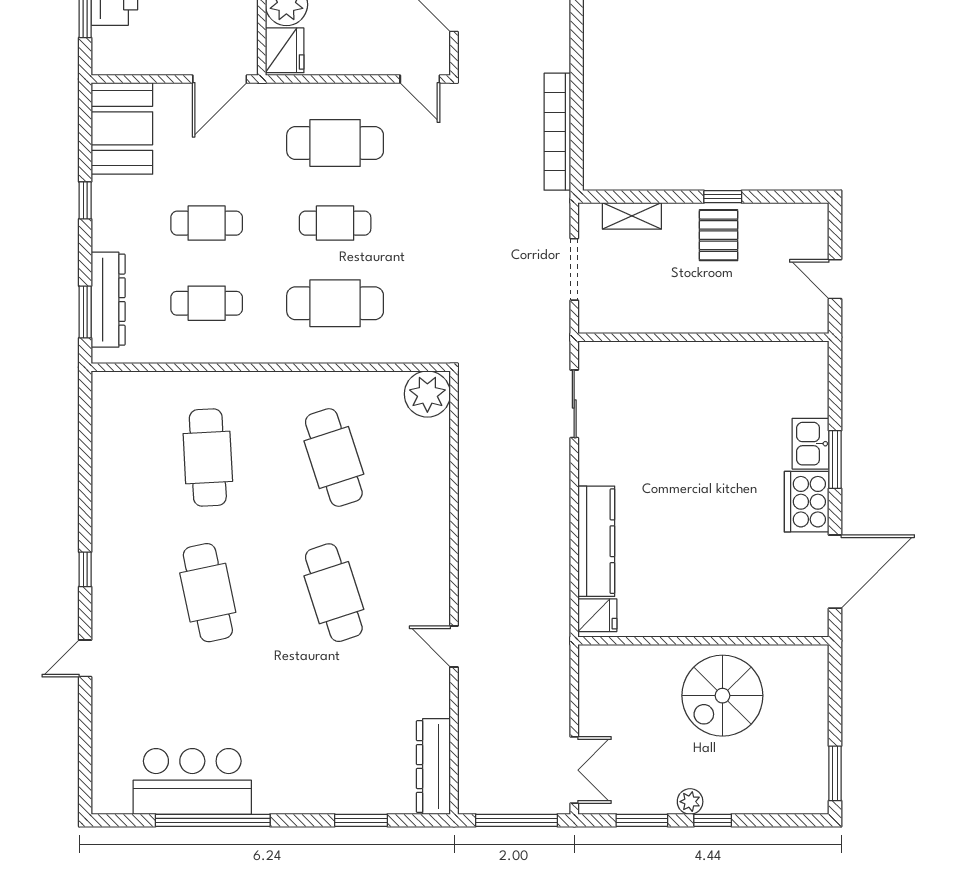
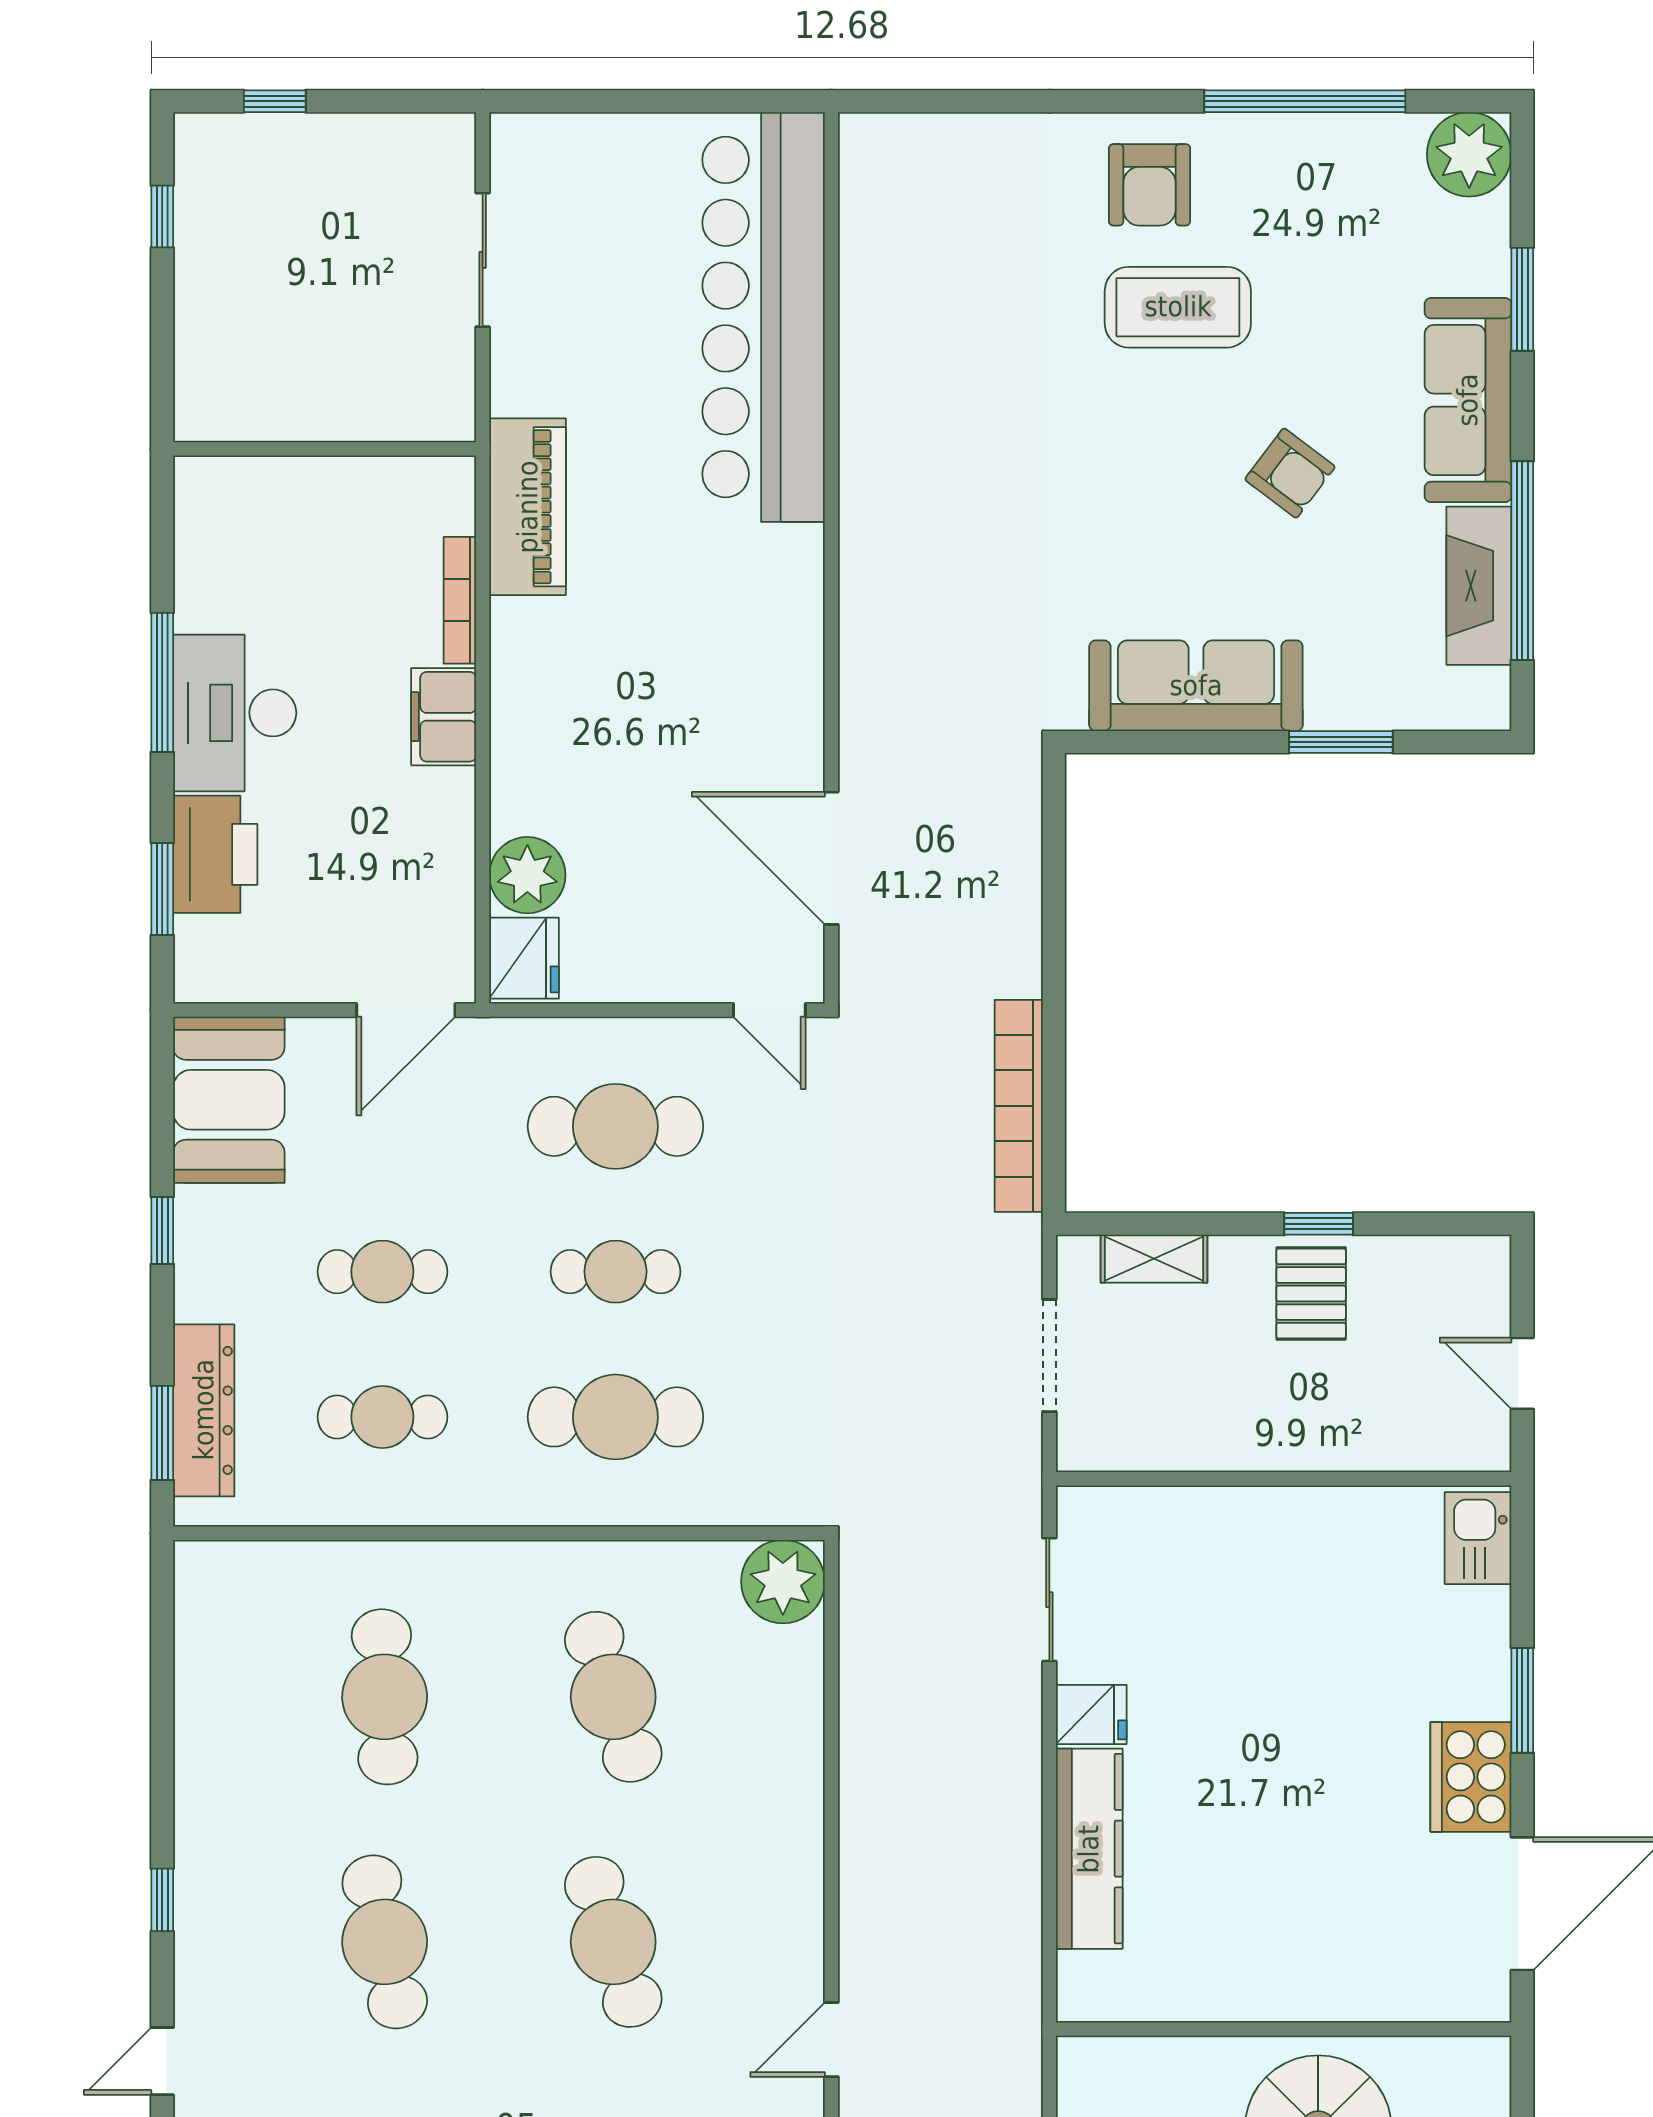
kitchen sink: (811, 444) -> (1478, 1538), moved
fridge: (597, 615) -> (1091, 1714), moved
door: (454, 647) -> (831, 2040), hinge flipped

